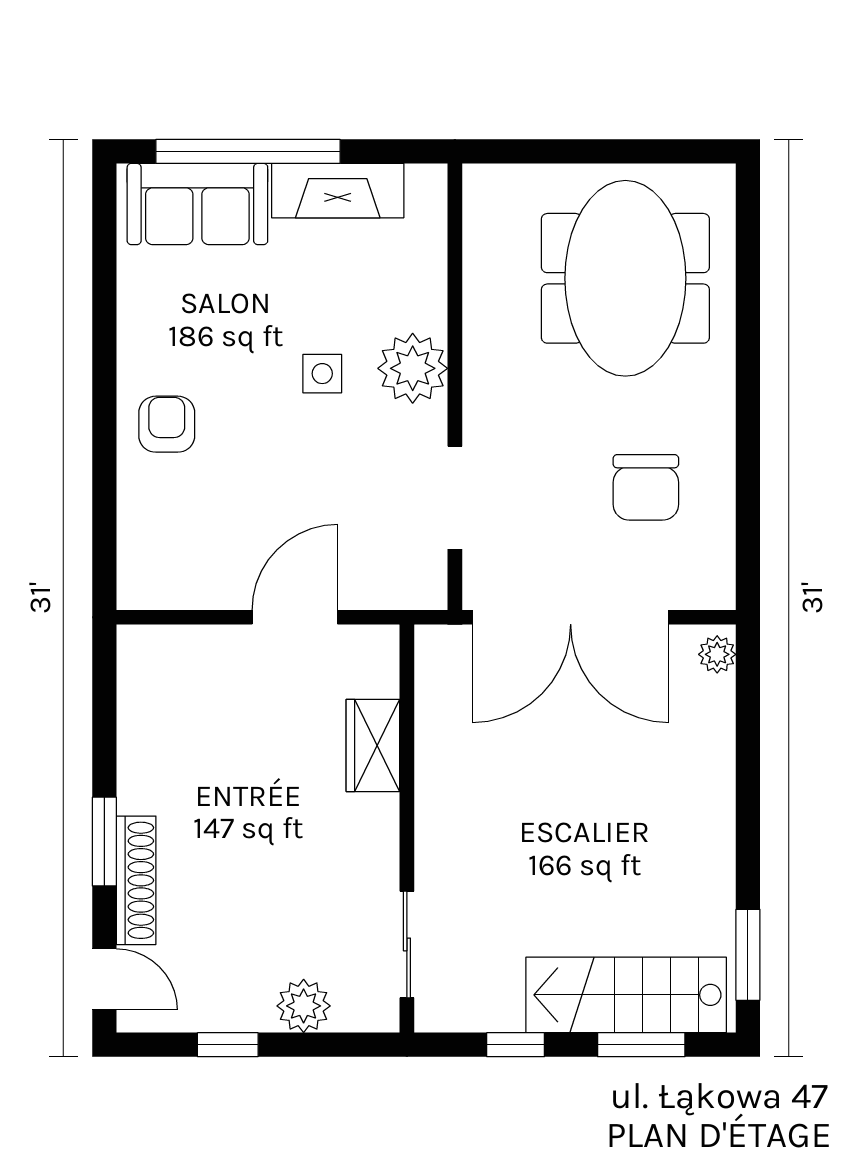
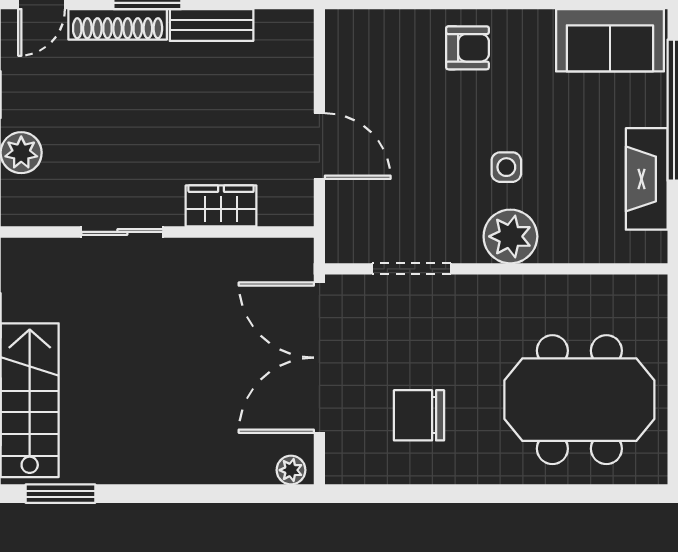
sofa: (197, 204) -> (610, 40), moved, turned -90
bench: (137, 758) -> (212, 25), added
sliding door: (407, 944) -> (122, 232), moved

